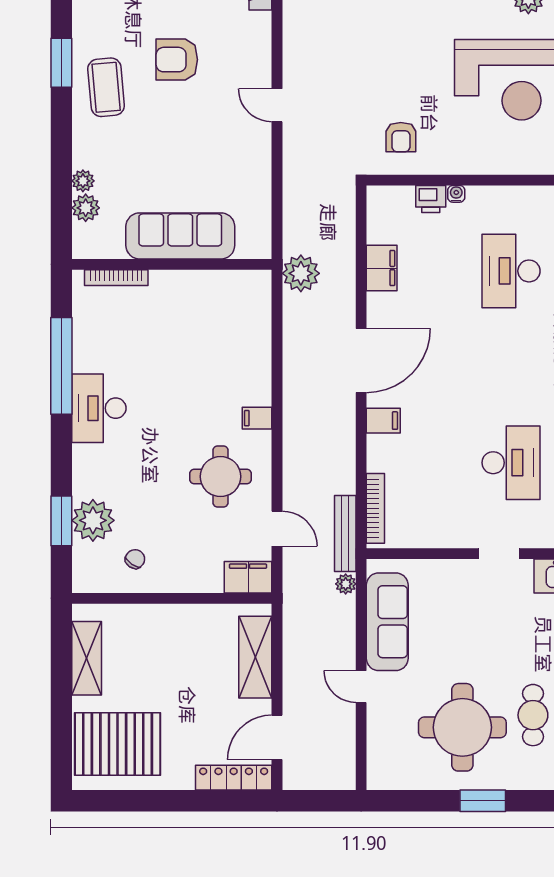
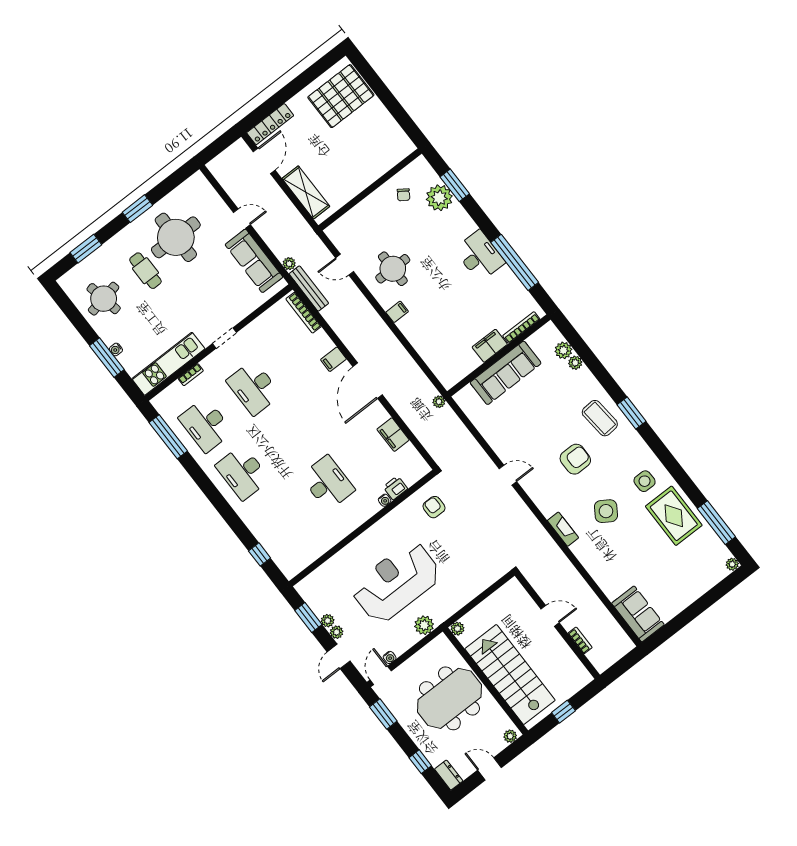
plant: (301, 273) -> (439, 402), width x0.53, depth x0.53
filing cabinet: (248, 577) -> (490, 346), moved, turned 180
shelving: (87, 658) -> (389, 127), removed

